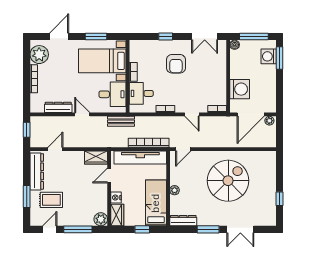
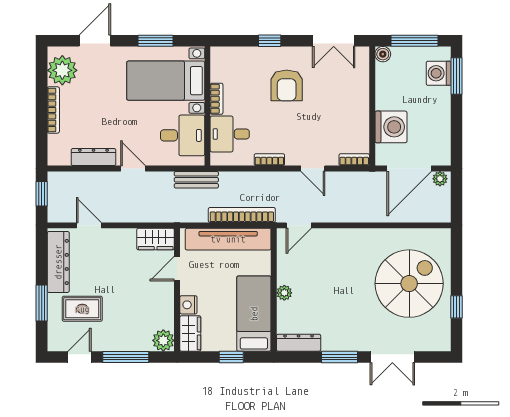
door: (55, 149) -> (89, 225), hinge flipped
spiral stairs: (228, 181) -> (409, 284), moved

